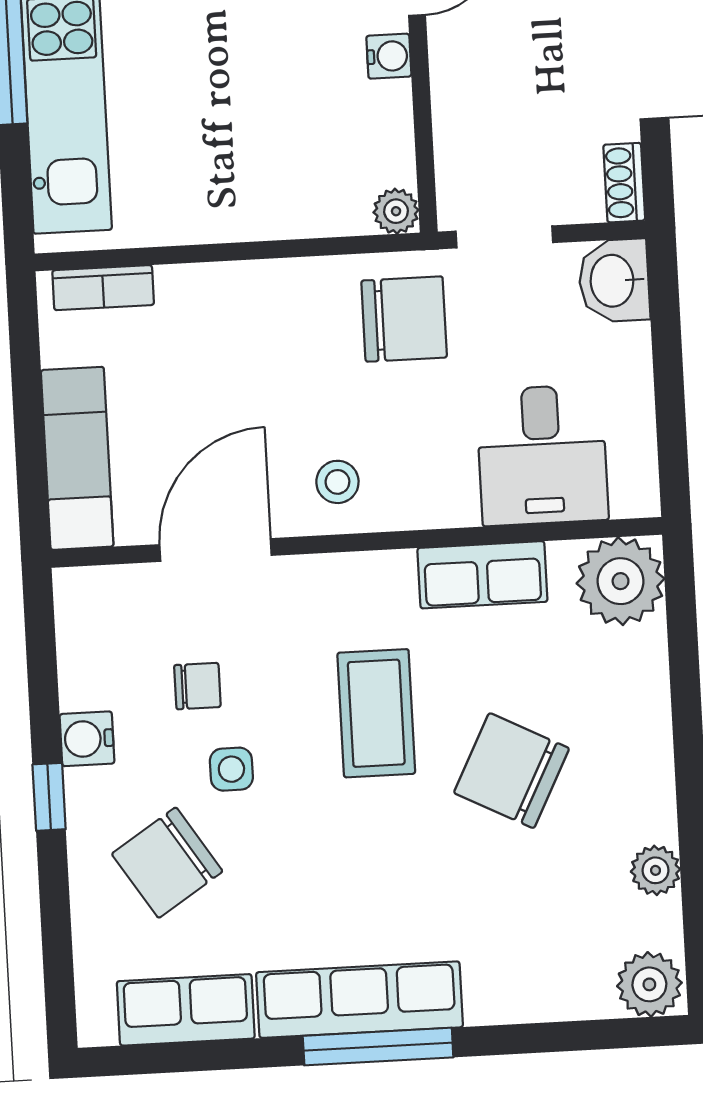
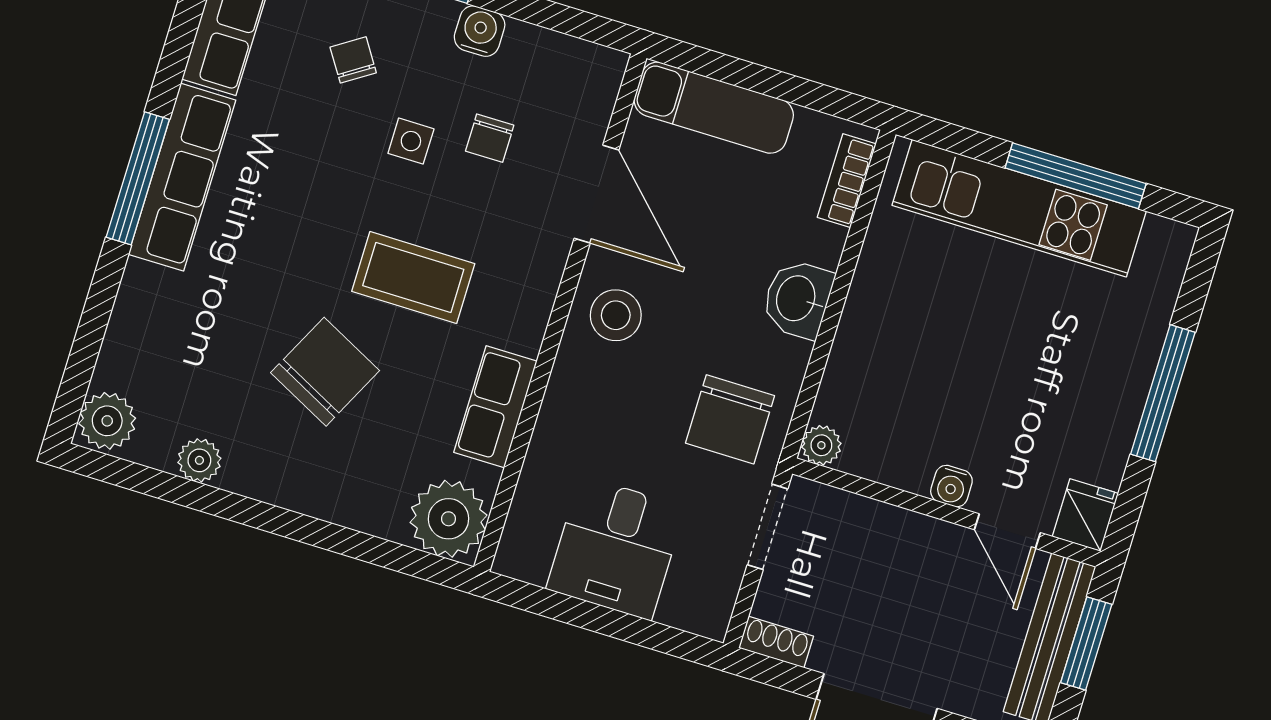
washbasin: (614, 281) -> (797, 299), moved, turned -90
desk: (542, 455) -> (616, 548), moved, turned -90
stool: (337, 482) -> (616, 315), width x1.37, depth x1.37
chair: (167, 863) -> (353, 60), width x0.54, depth x0.54

